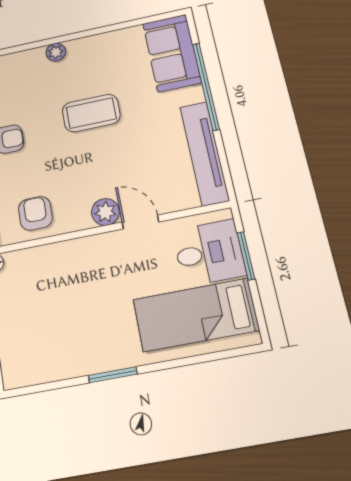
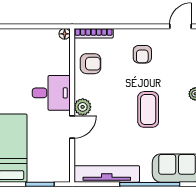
desk: (209, 253) -> (51, 93), moved, turned -90

